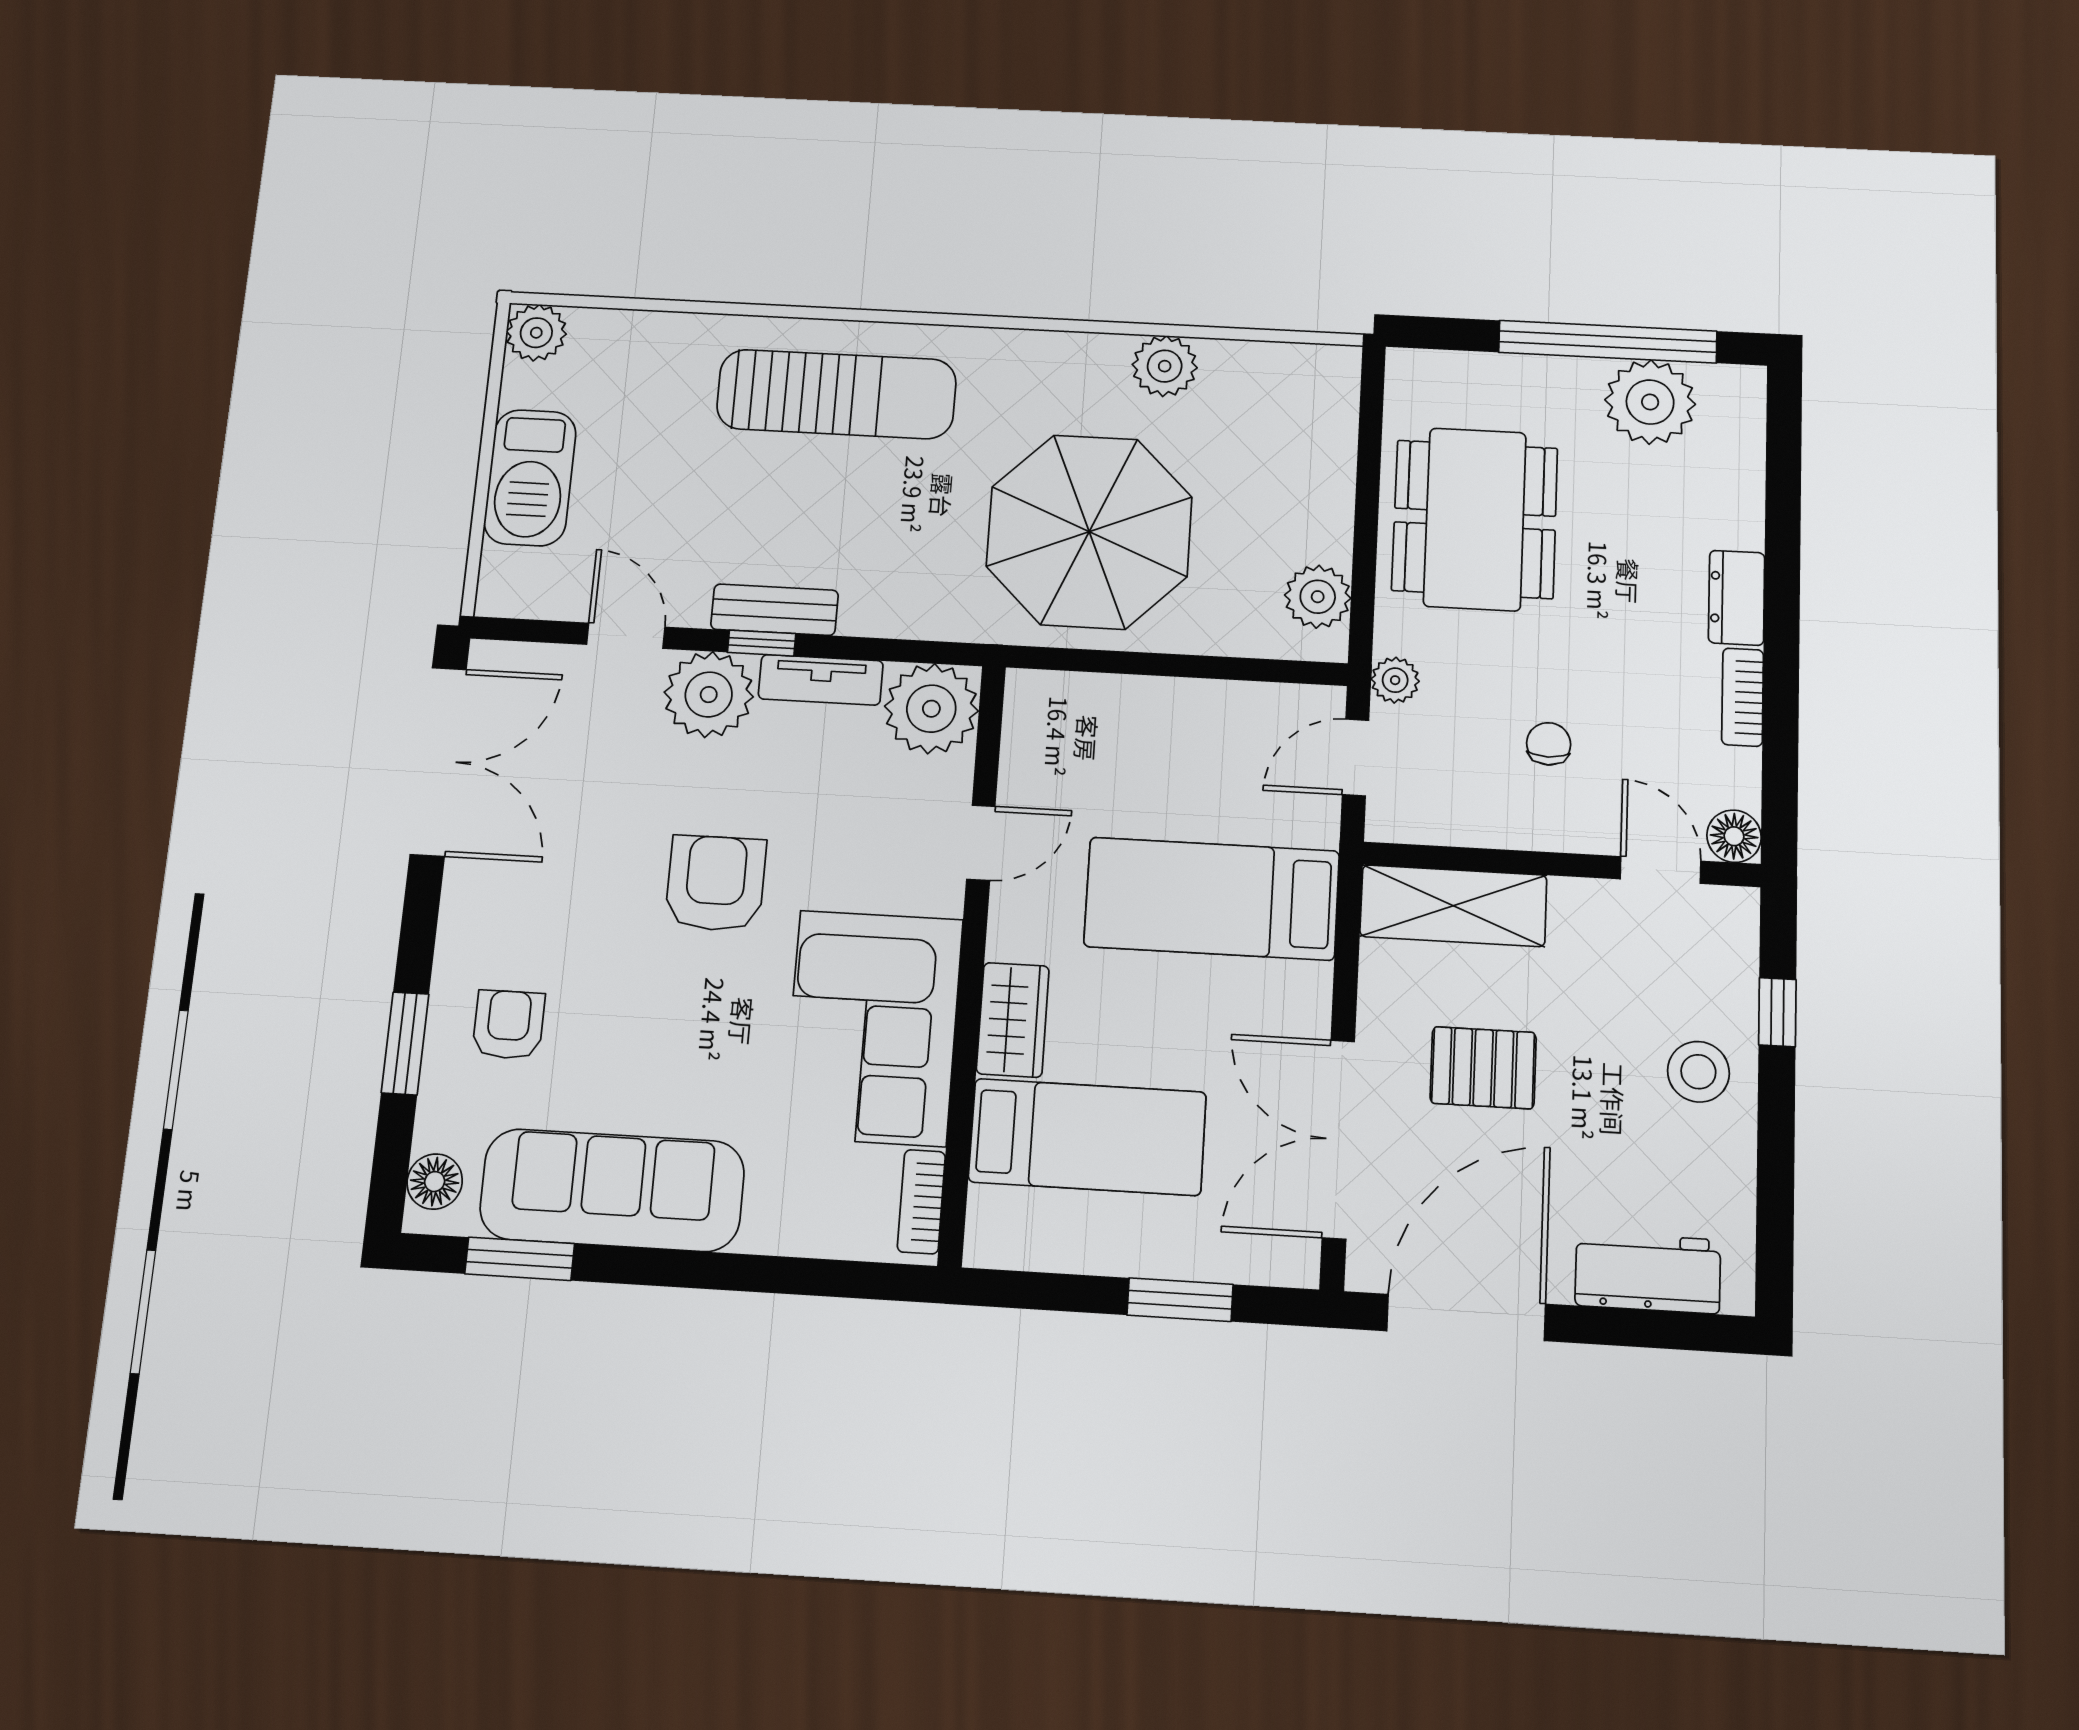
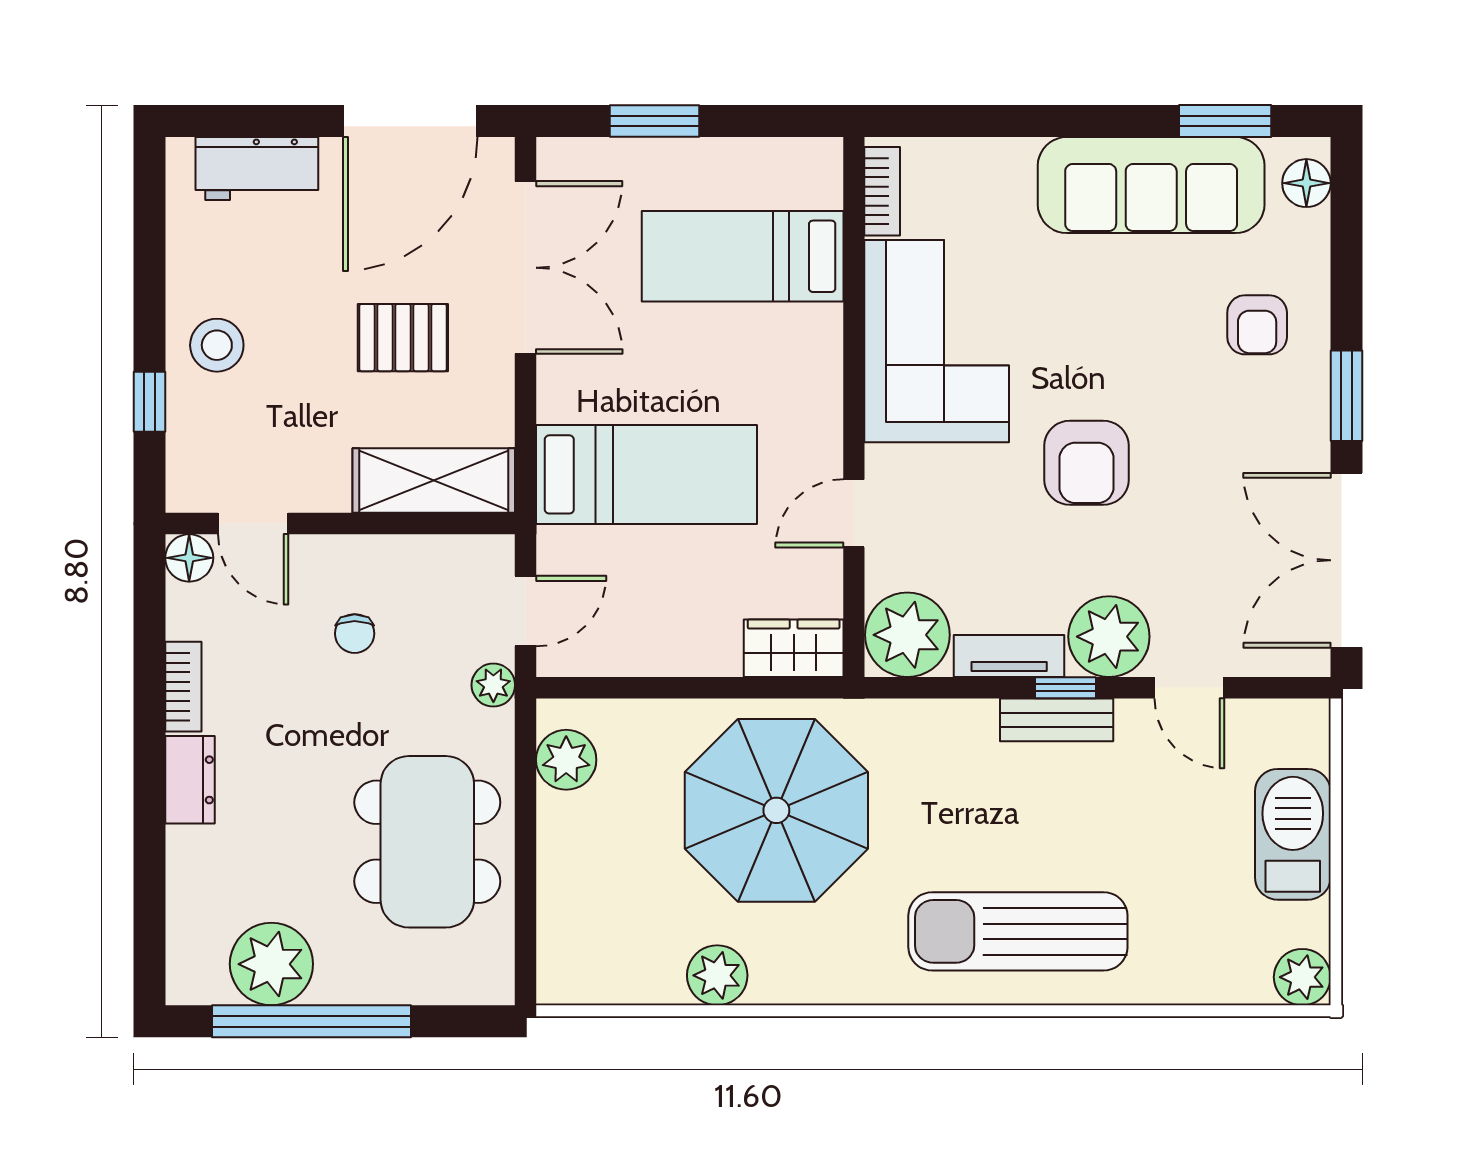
wardrobe: (1013, 1020) -> (794, 648), moved, turned 90
window: (405, 1043) -> (1346, 396), moved

